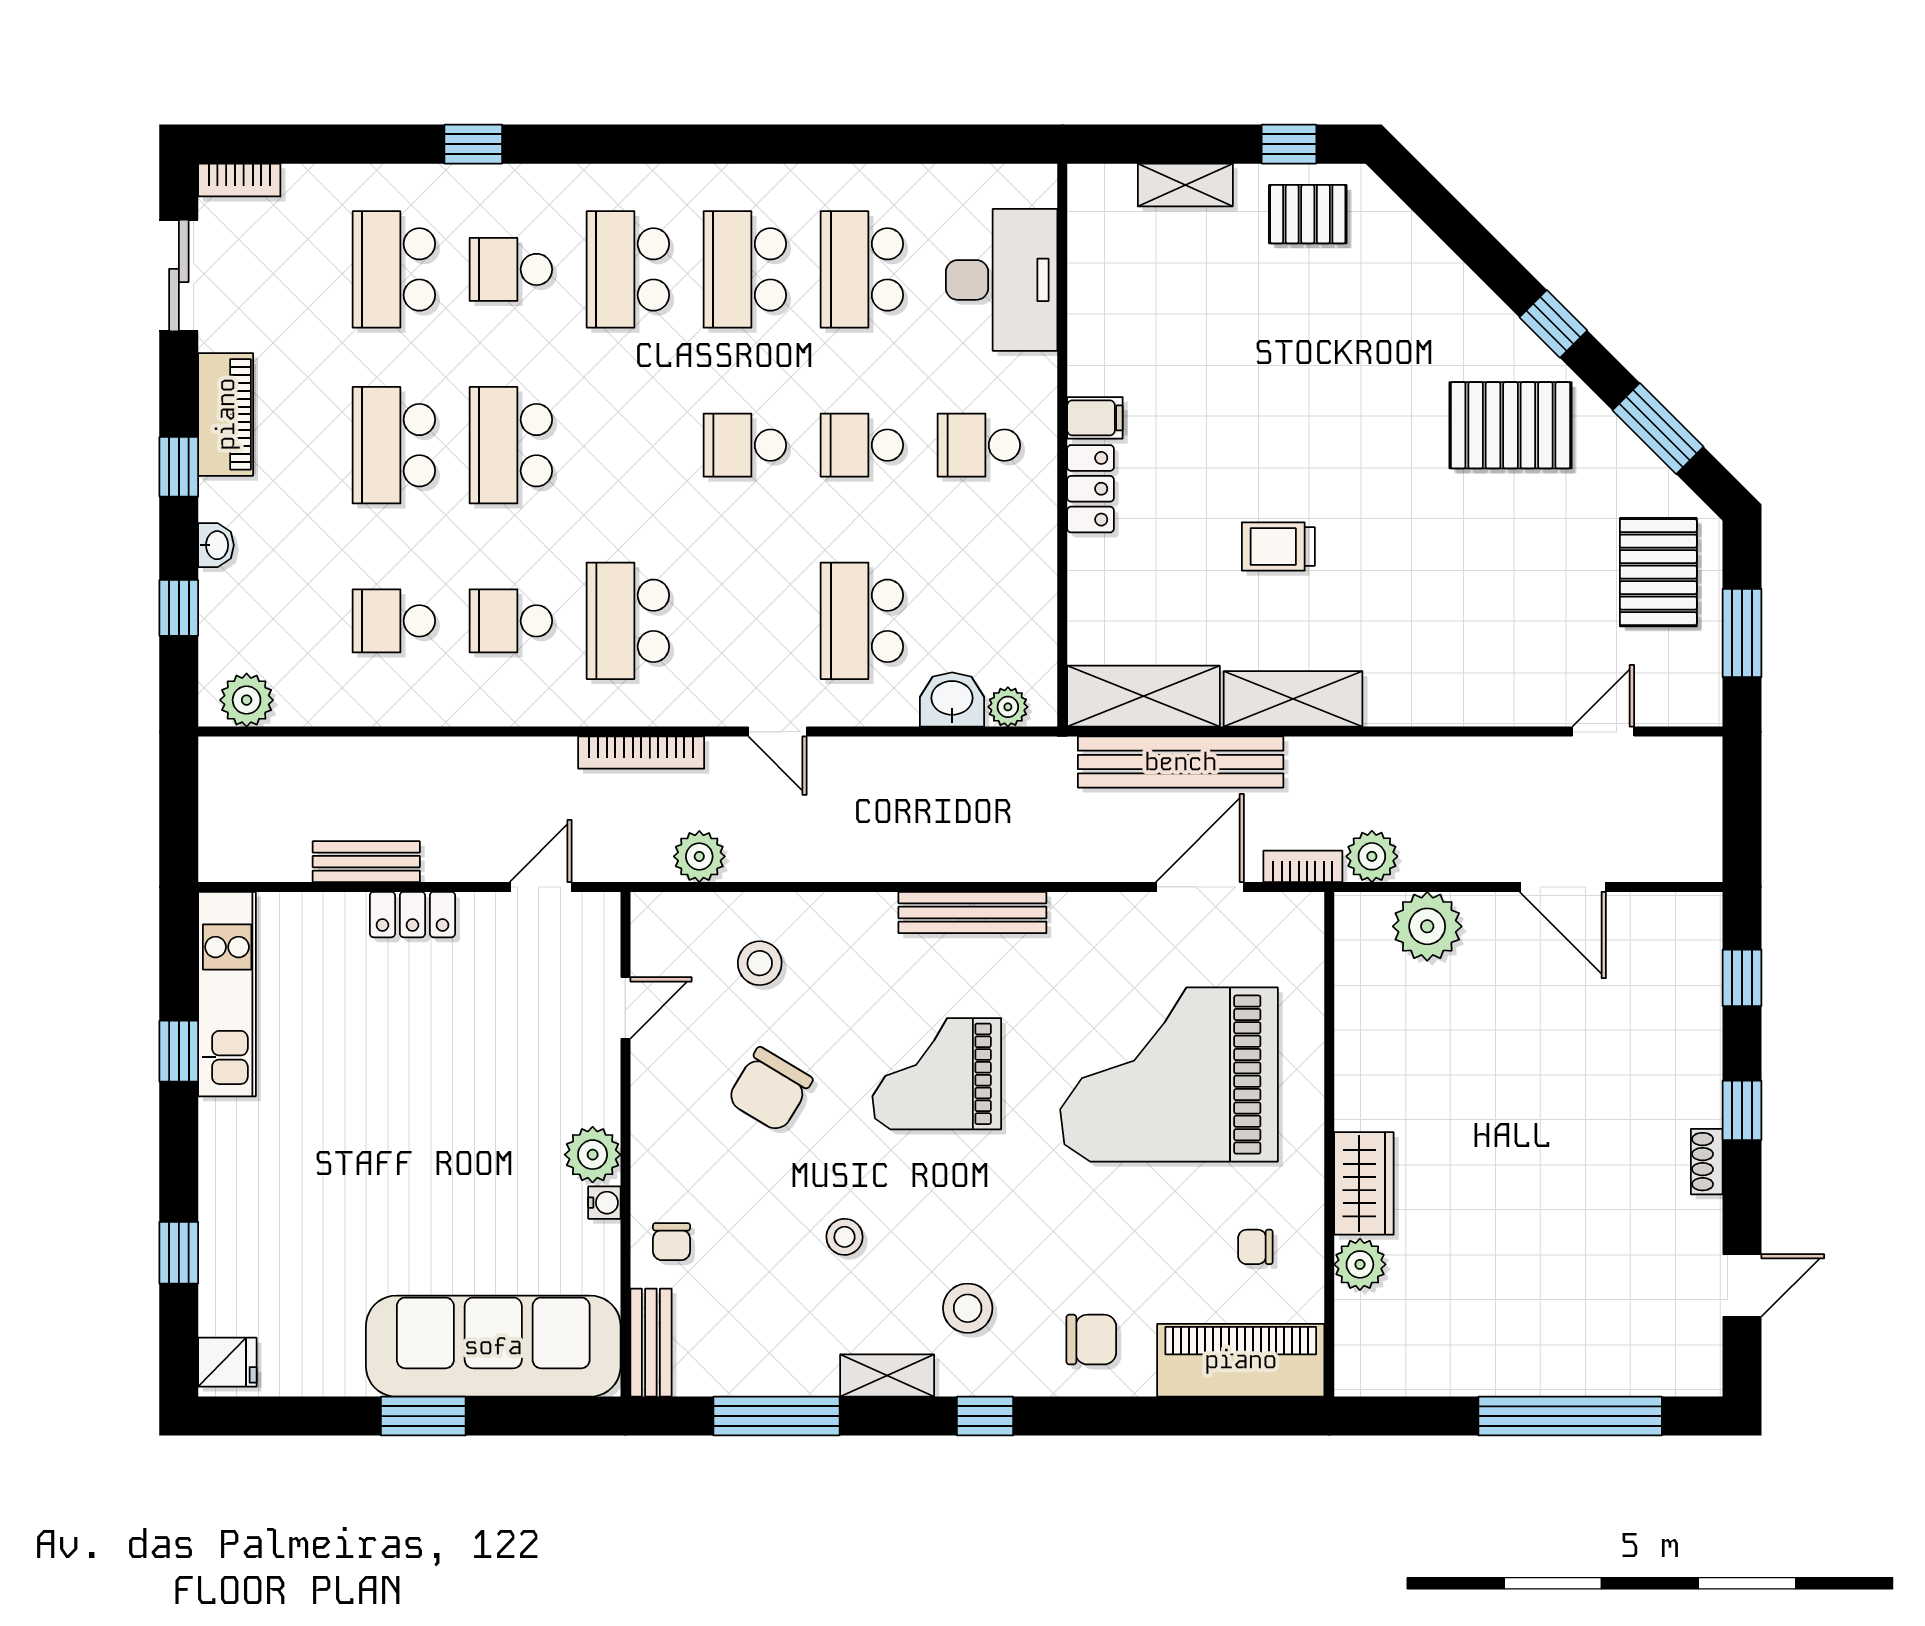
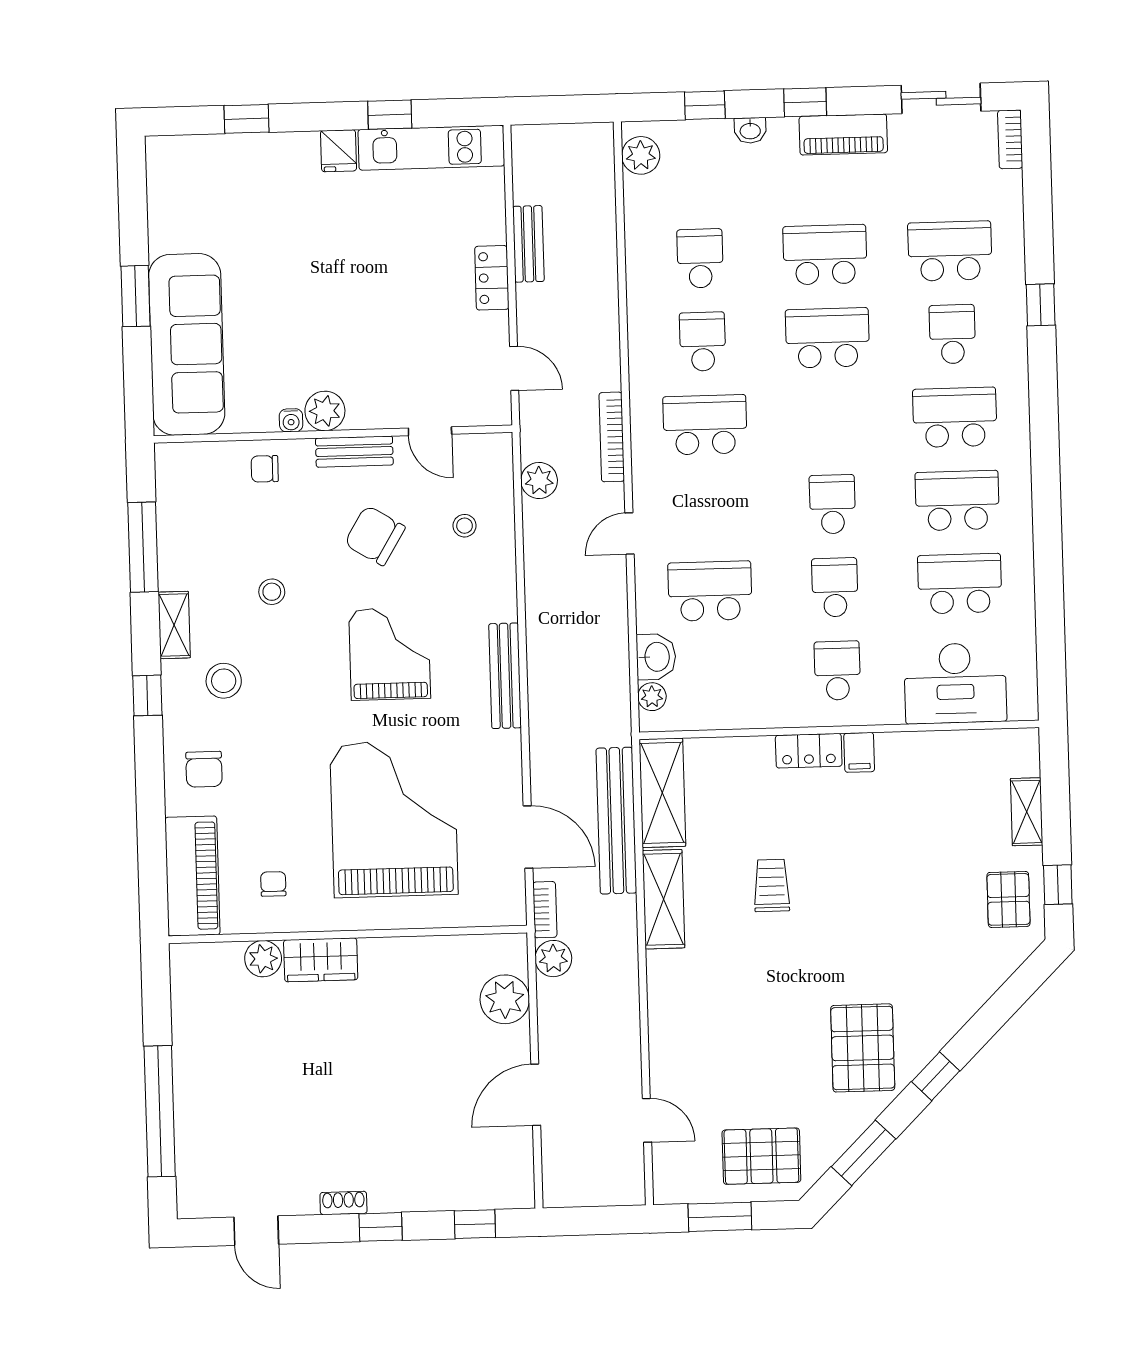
stool: (760, 963) -> (465, 526), width x0.73, depth x0.73
bench: (651, 1343) -> (354, 452), moved
fridge: (227, 1362) -> (339, 151), moved

